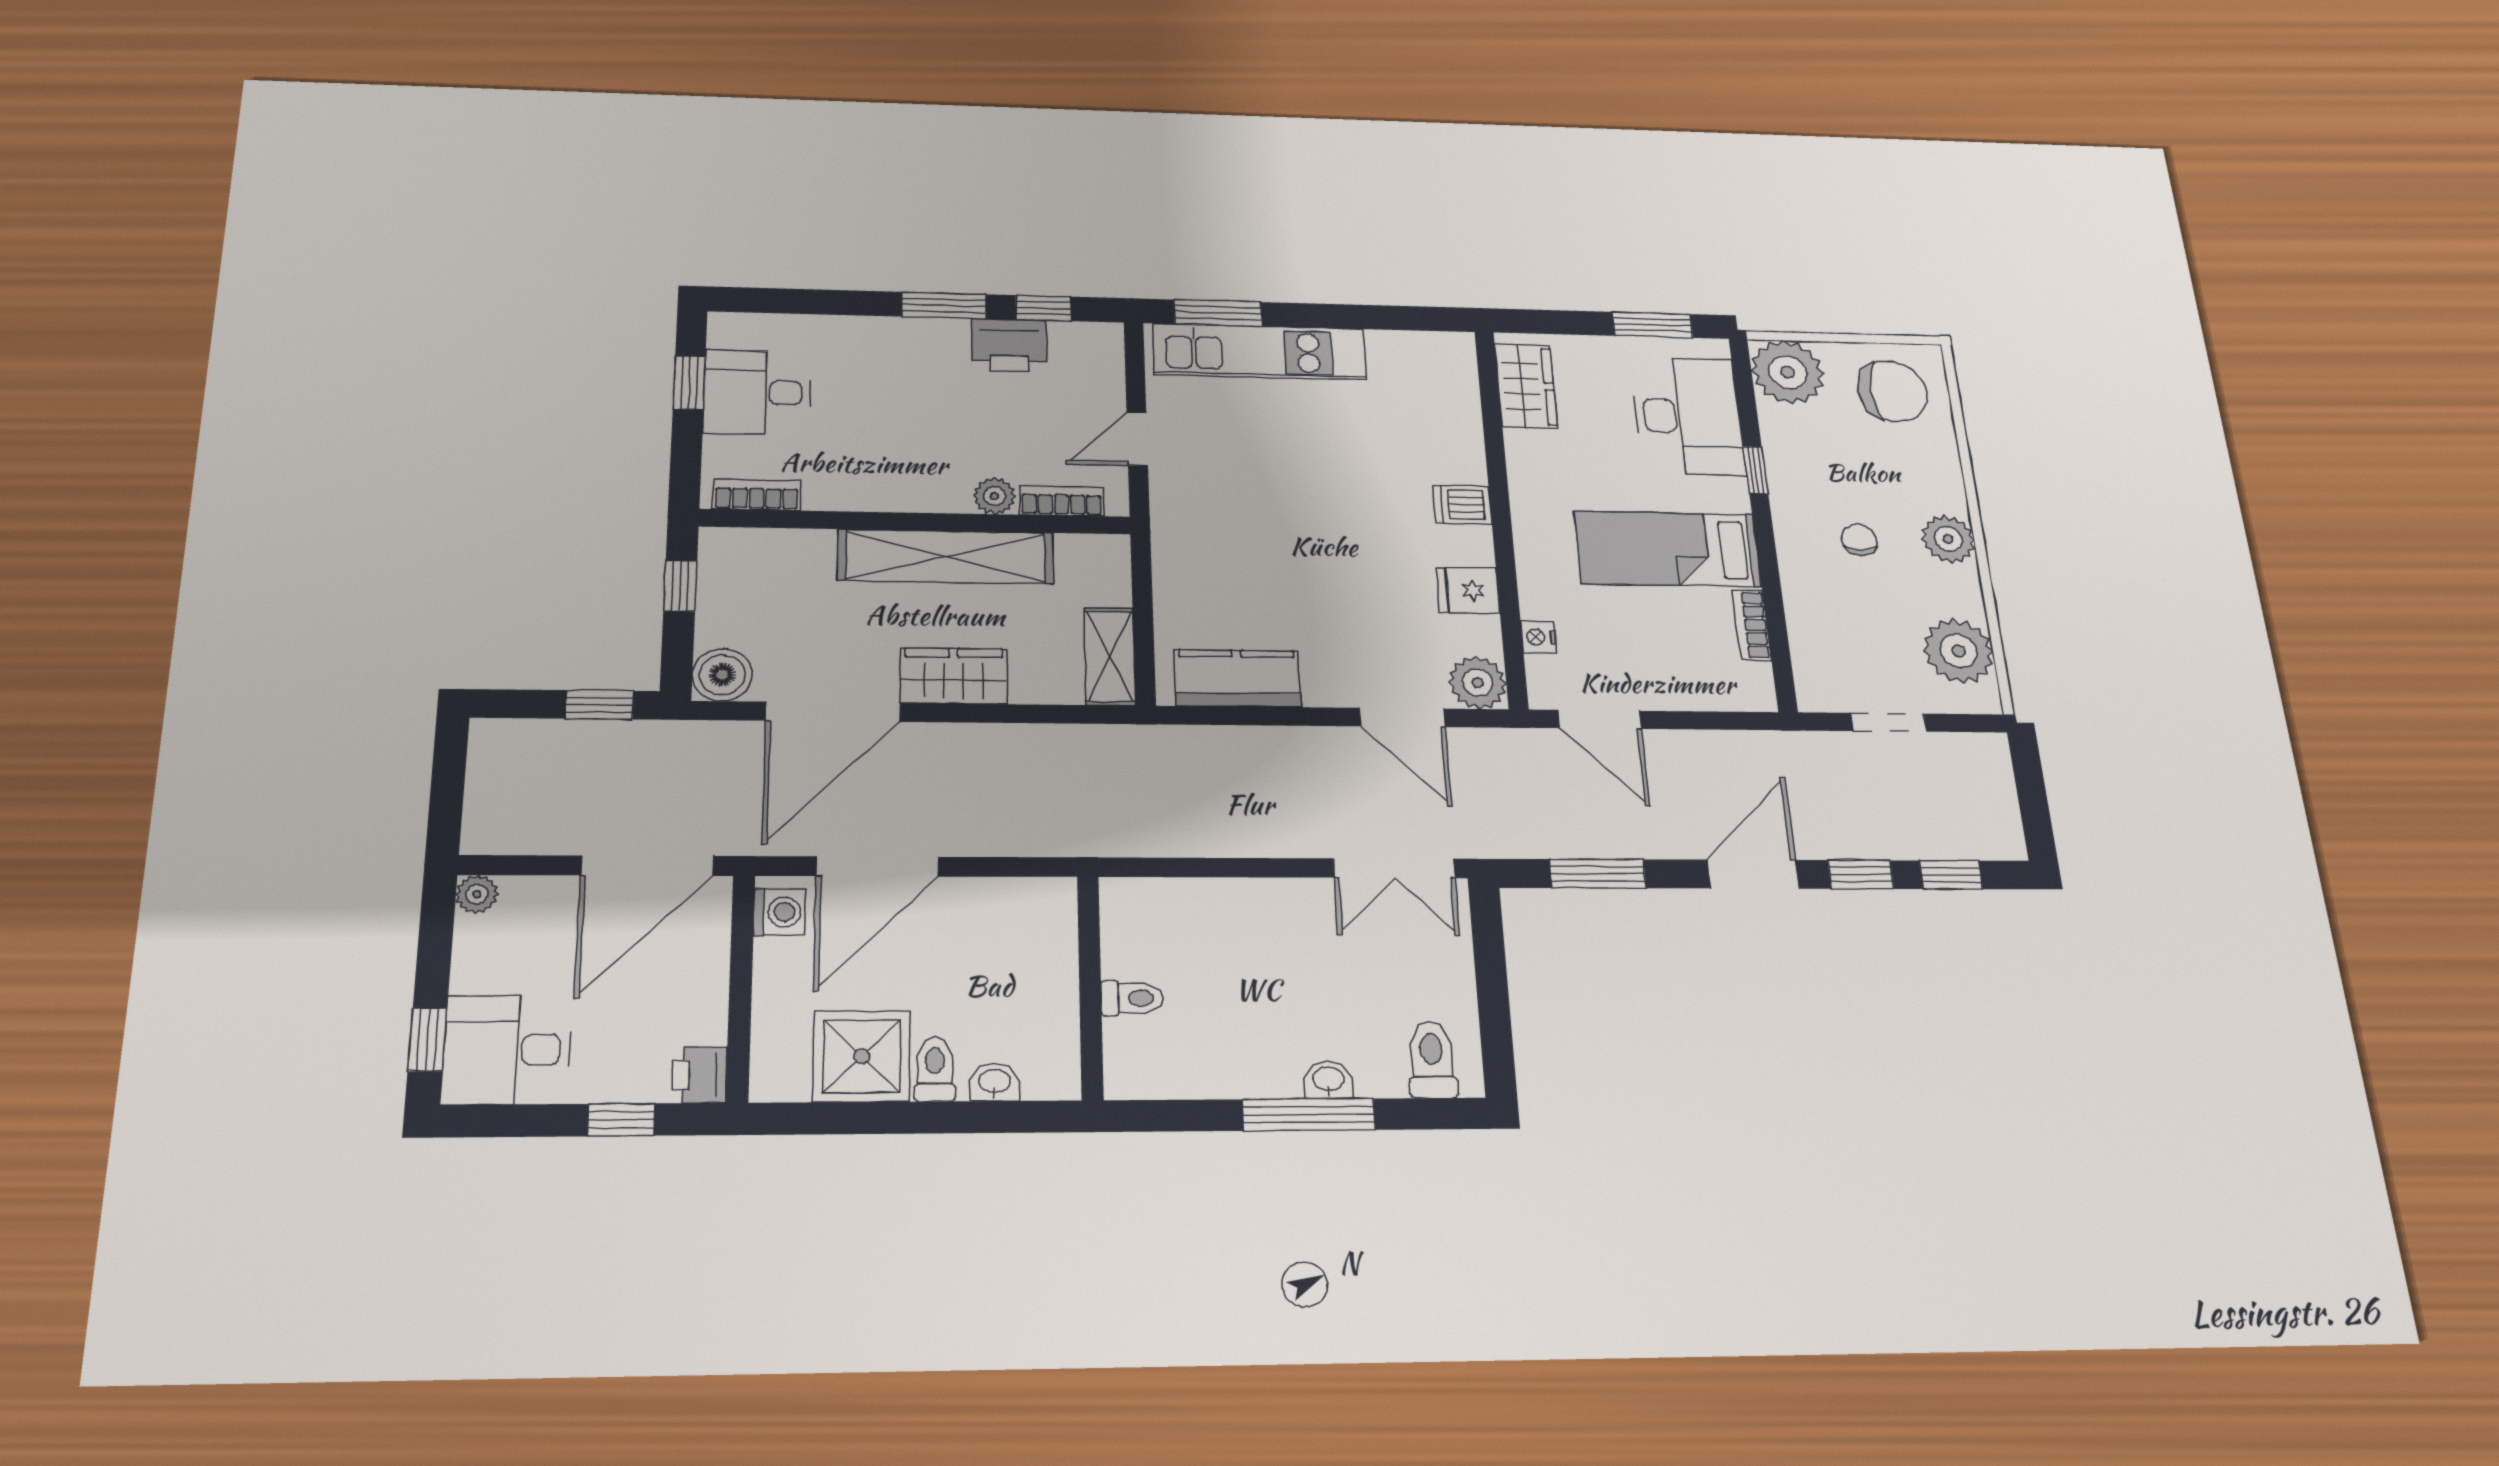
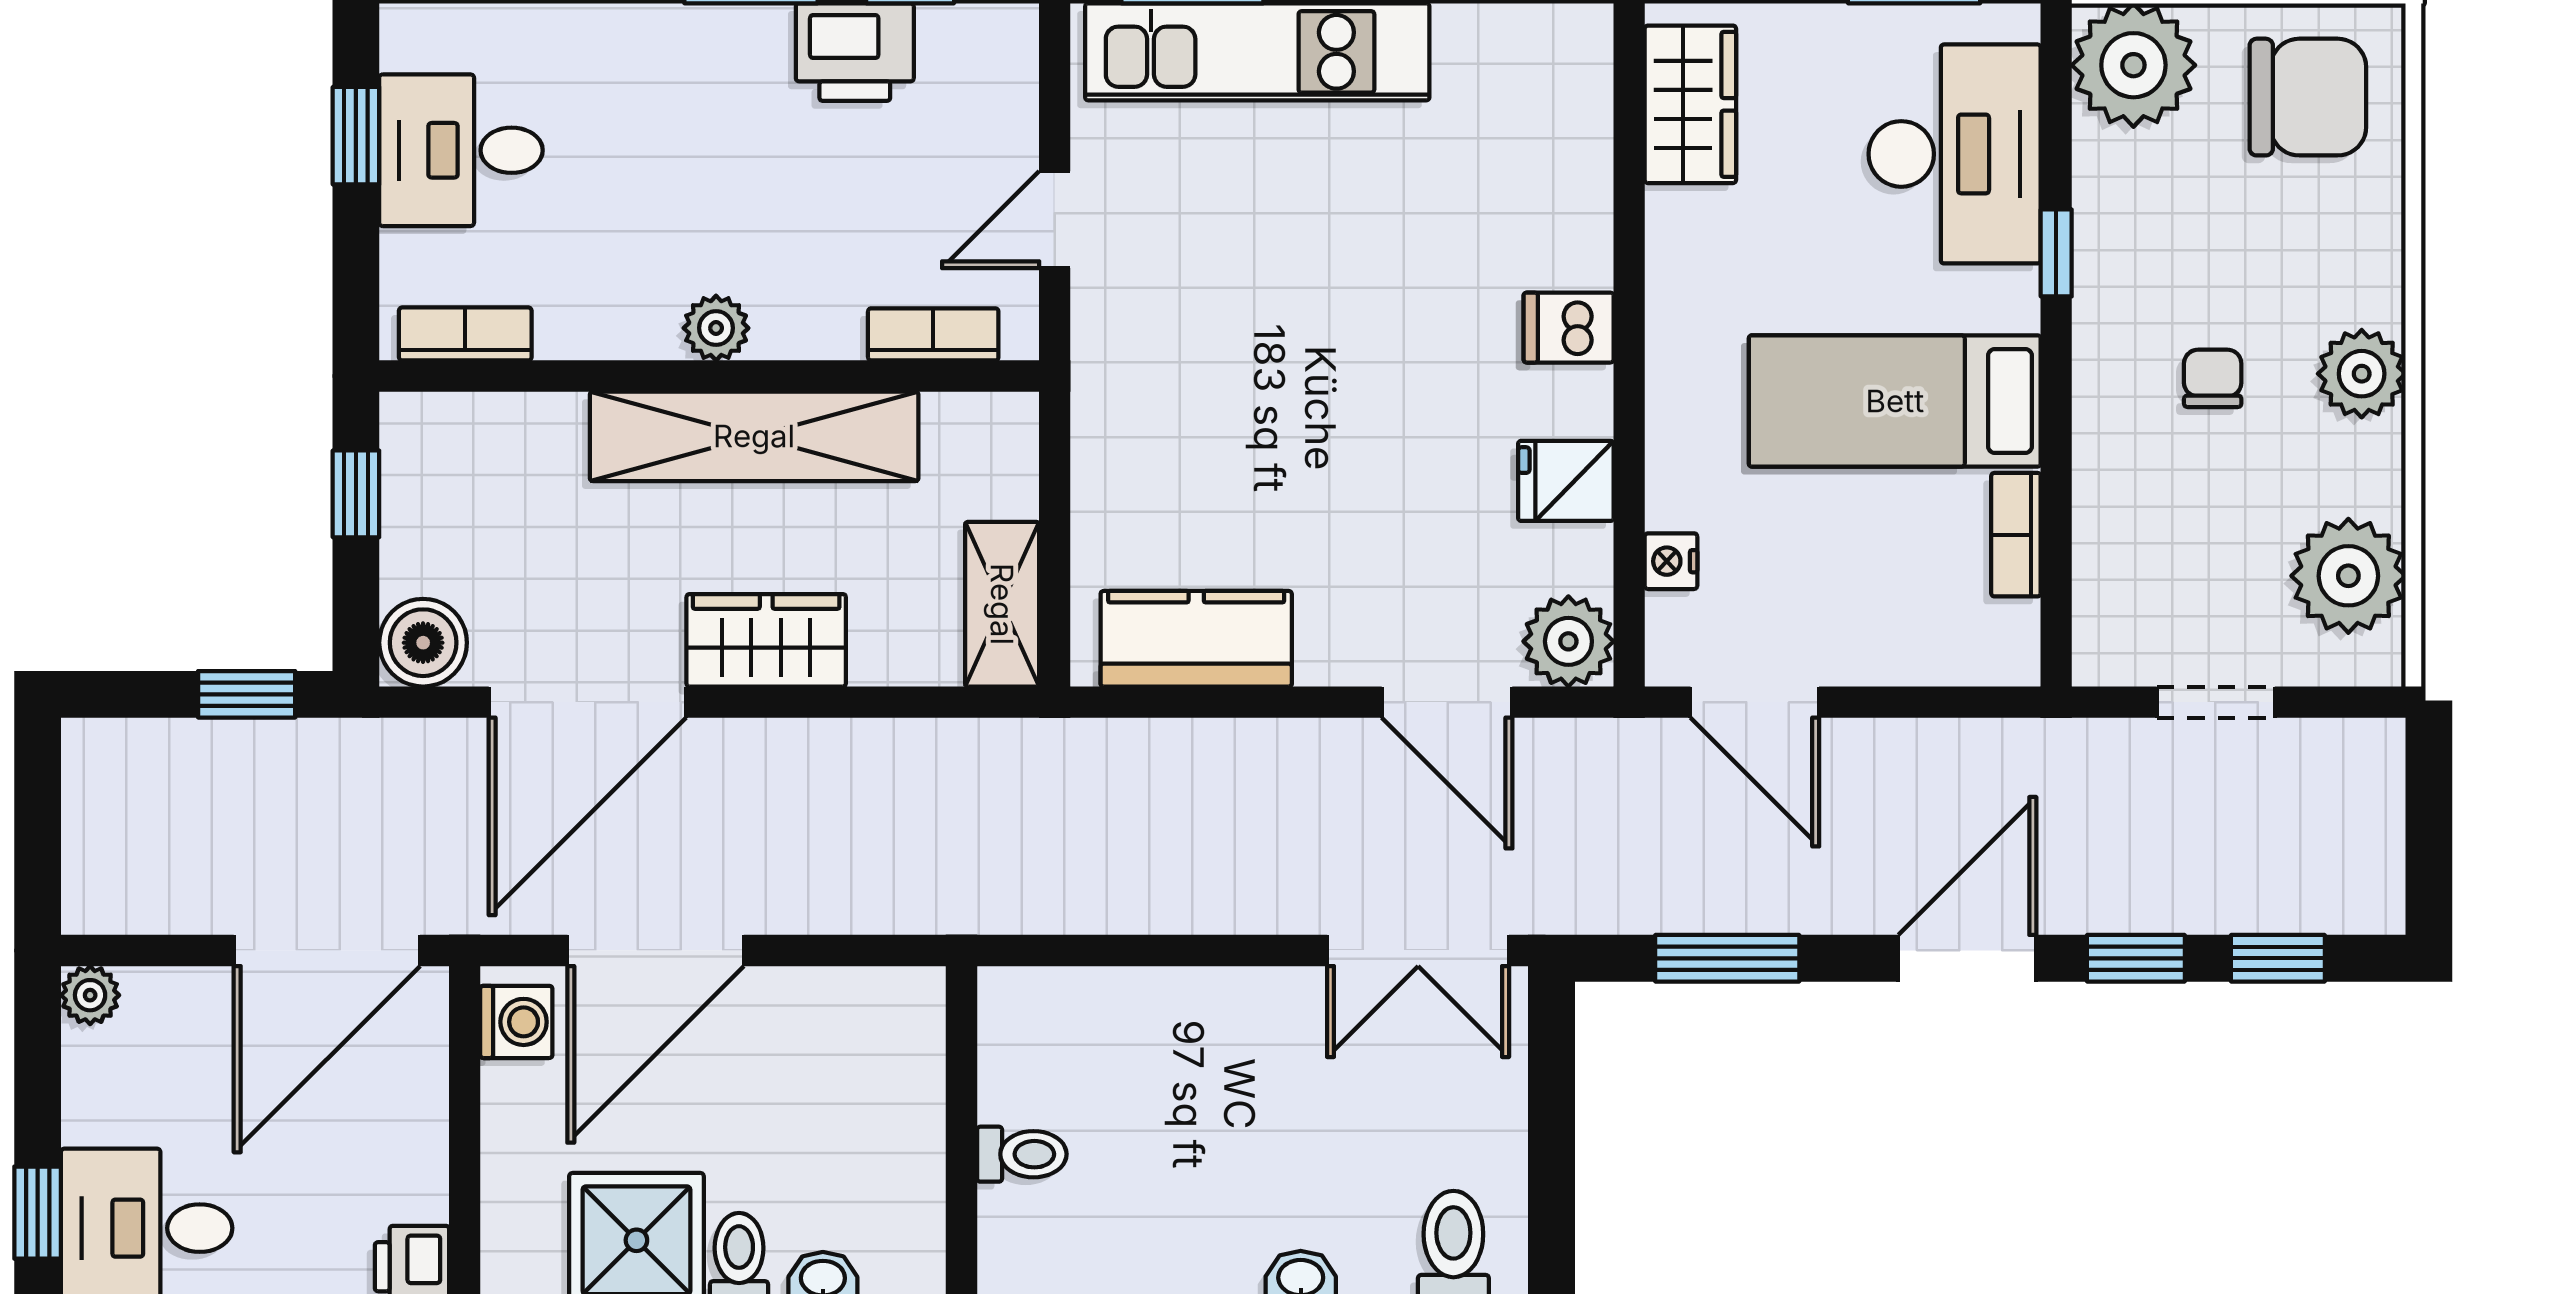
plant: (994, 496) -> (716, 328), moved

